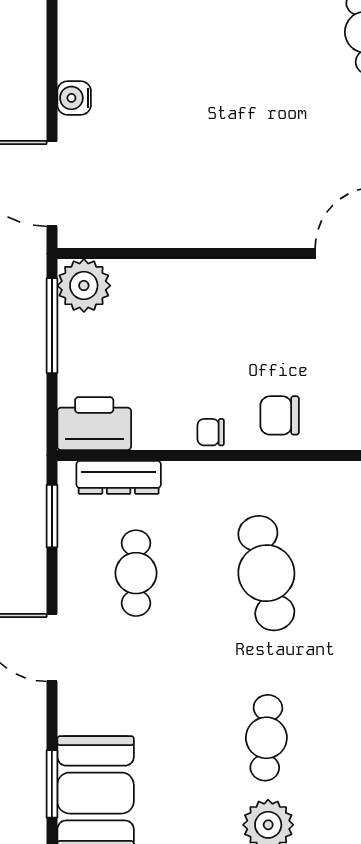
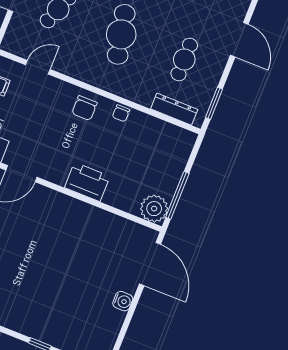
chair: (280, 415) -> (84, 108), turned 90
printer: (94, 424) -> (87, 182), moved, turned 180
chair: (211, 432) -> (121, 113), turned 90

